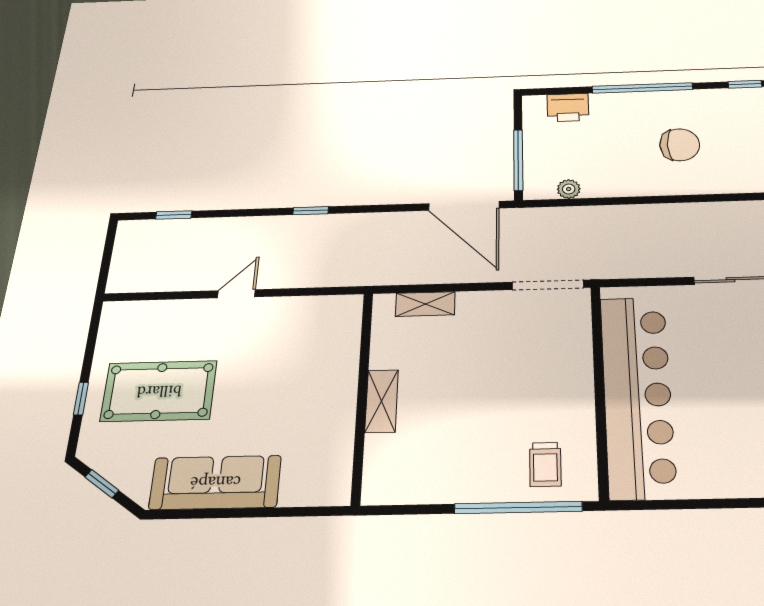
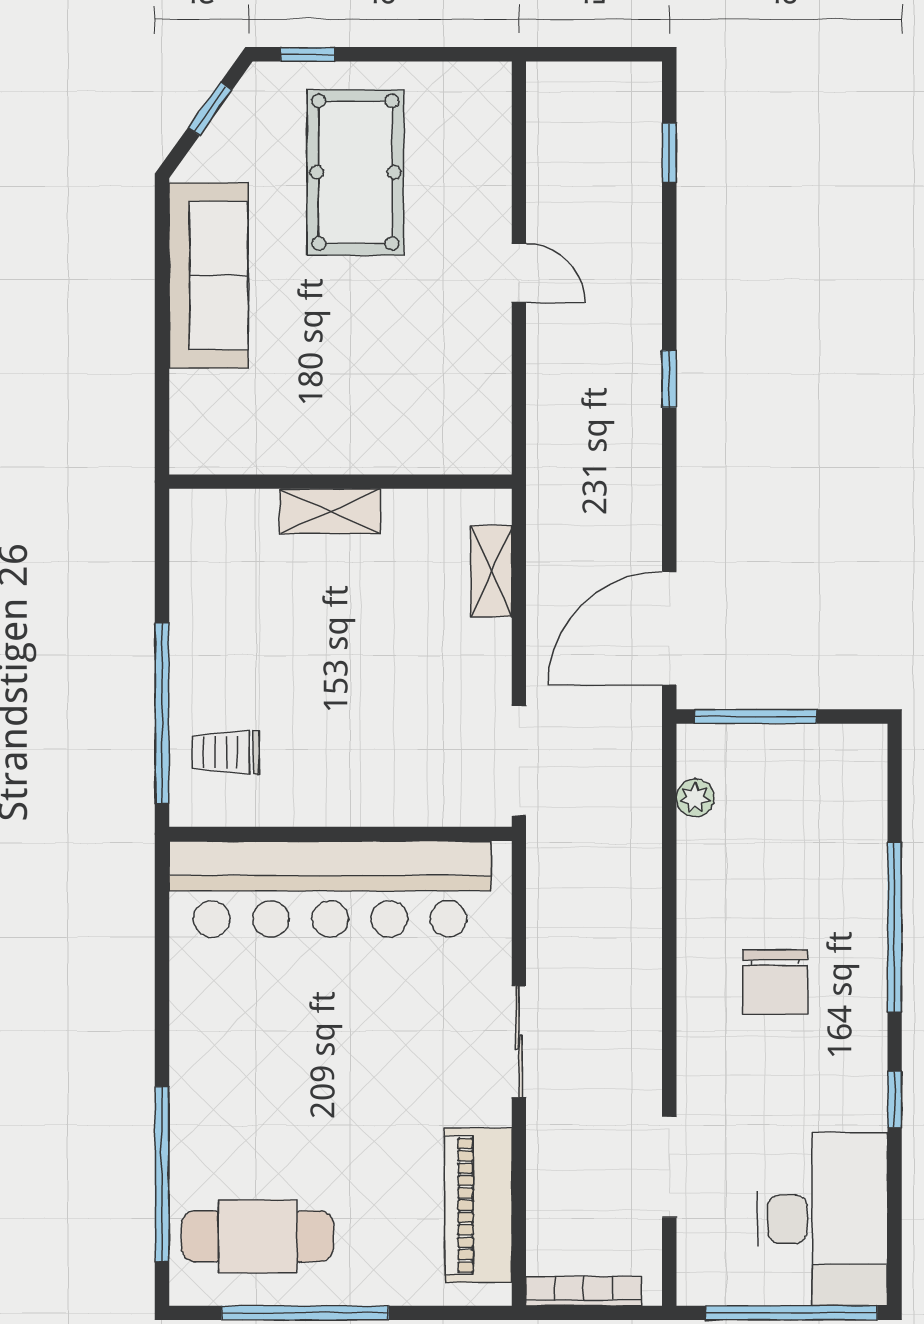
printer: (568, 108) -> (859, 801), removed
window: (81, 399) -> (308, 54), moved

